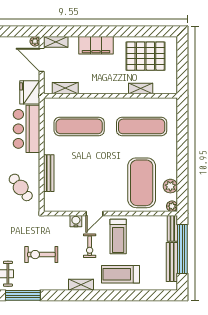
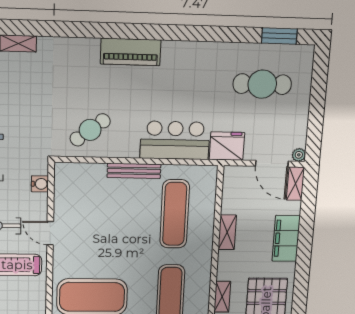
door: (42, 60) -> (272, 164), swing flipped
shelving: (65, 88) -> (227, 232), moved
bench: (49, 173) -> (134, 171), moved
water cooler: (76, 221) -> (40, 184), moved

